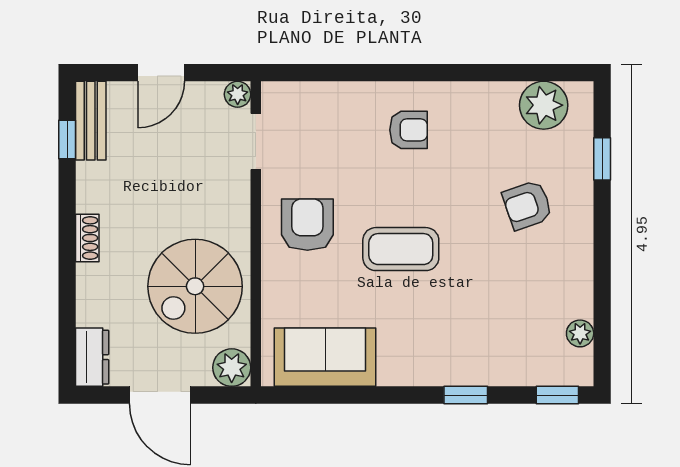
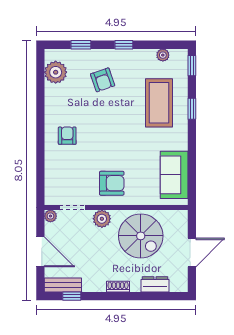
door: (161, 73) -> (40, 252), width x1.38
armchair: (307, 225) -> (112, 183), turned 180
coffee table: (401, 249) -> (159, 103), moved, width x1.36, depth x1.32
window: (602, 250) -> (124, 45), added
dresser: (92, 357) -> (155, 284), moved
plant: (232, 368) -> (102, 219), moved

